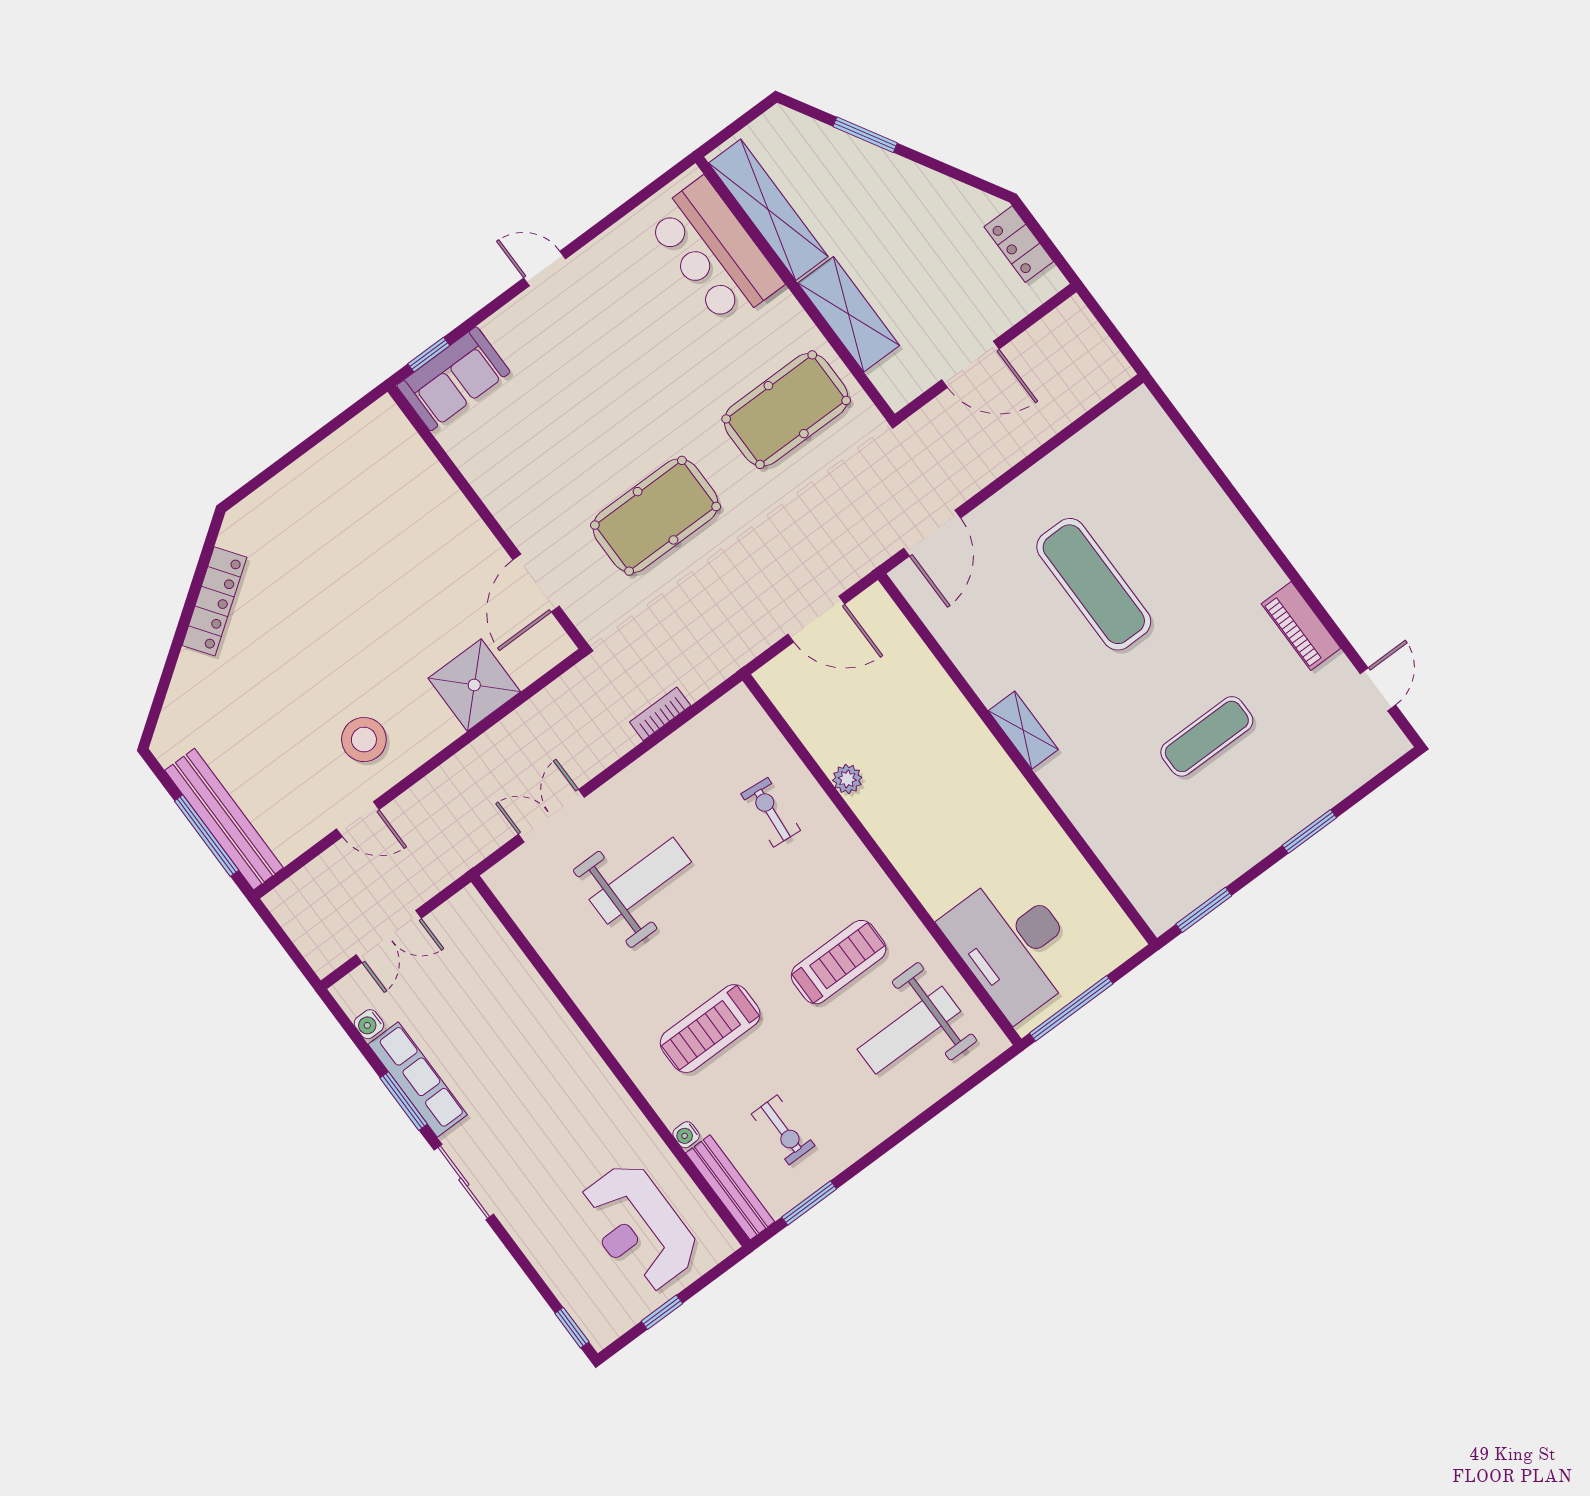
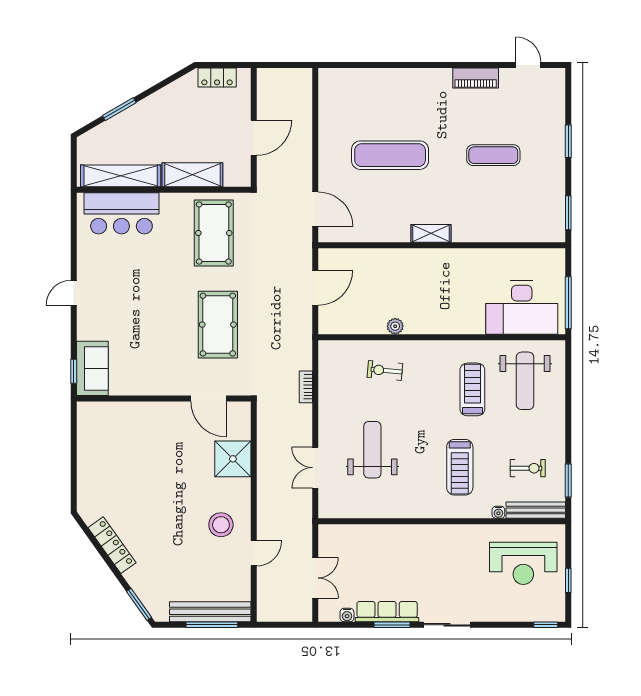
window: (157, 706) -> (139, 604), added
exercise mat: (1207, 736) -> (493, 155), turned 90

